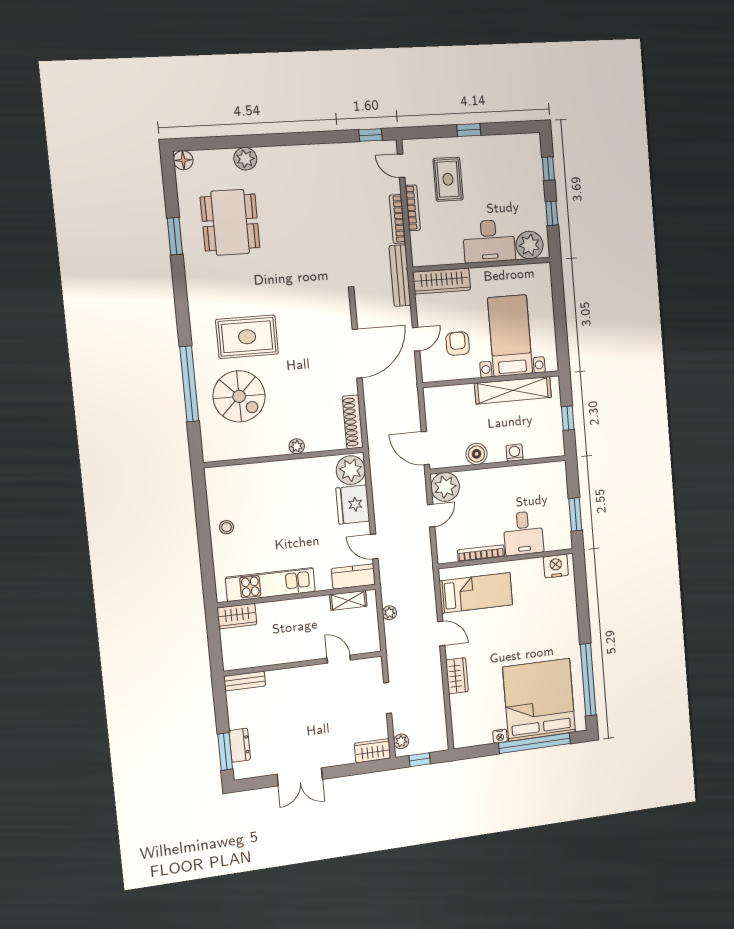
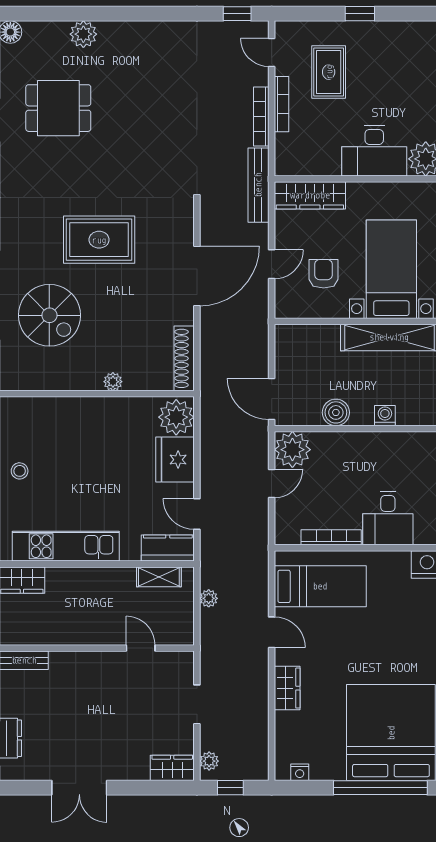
dining table: (230, 222) -> (58, 108), width x0.73
rug: (247, 337) -> (99, 240), moved
nightstand: (500, 736) -> (300, 772), moved

